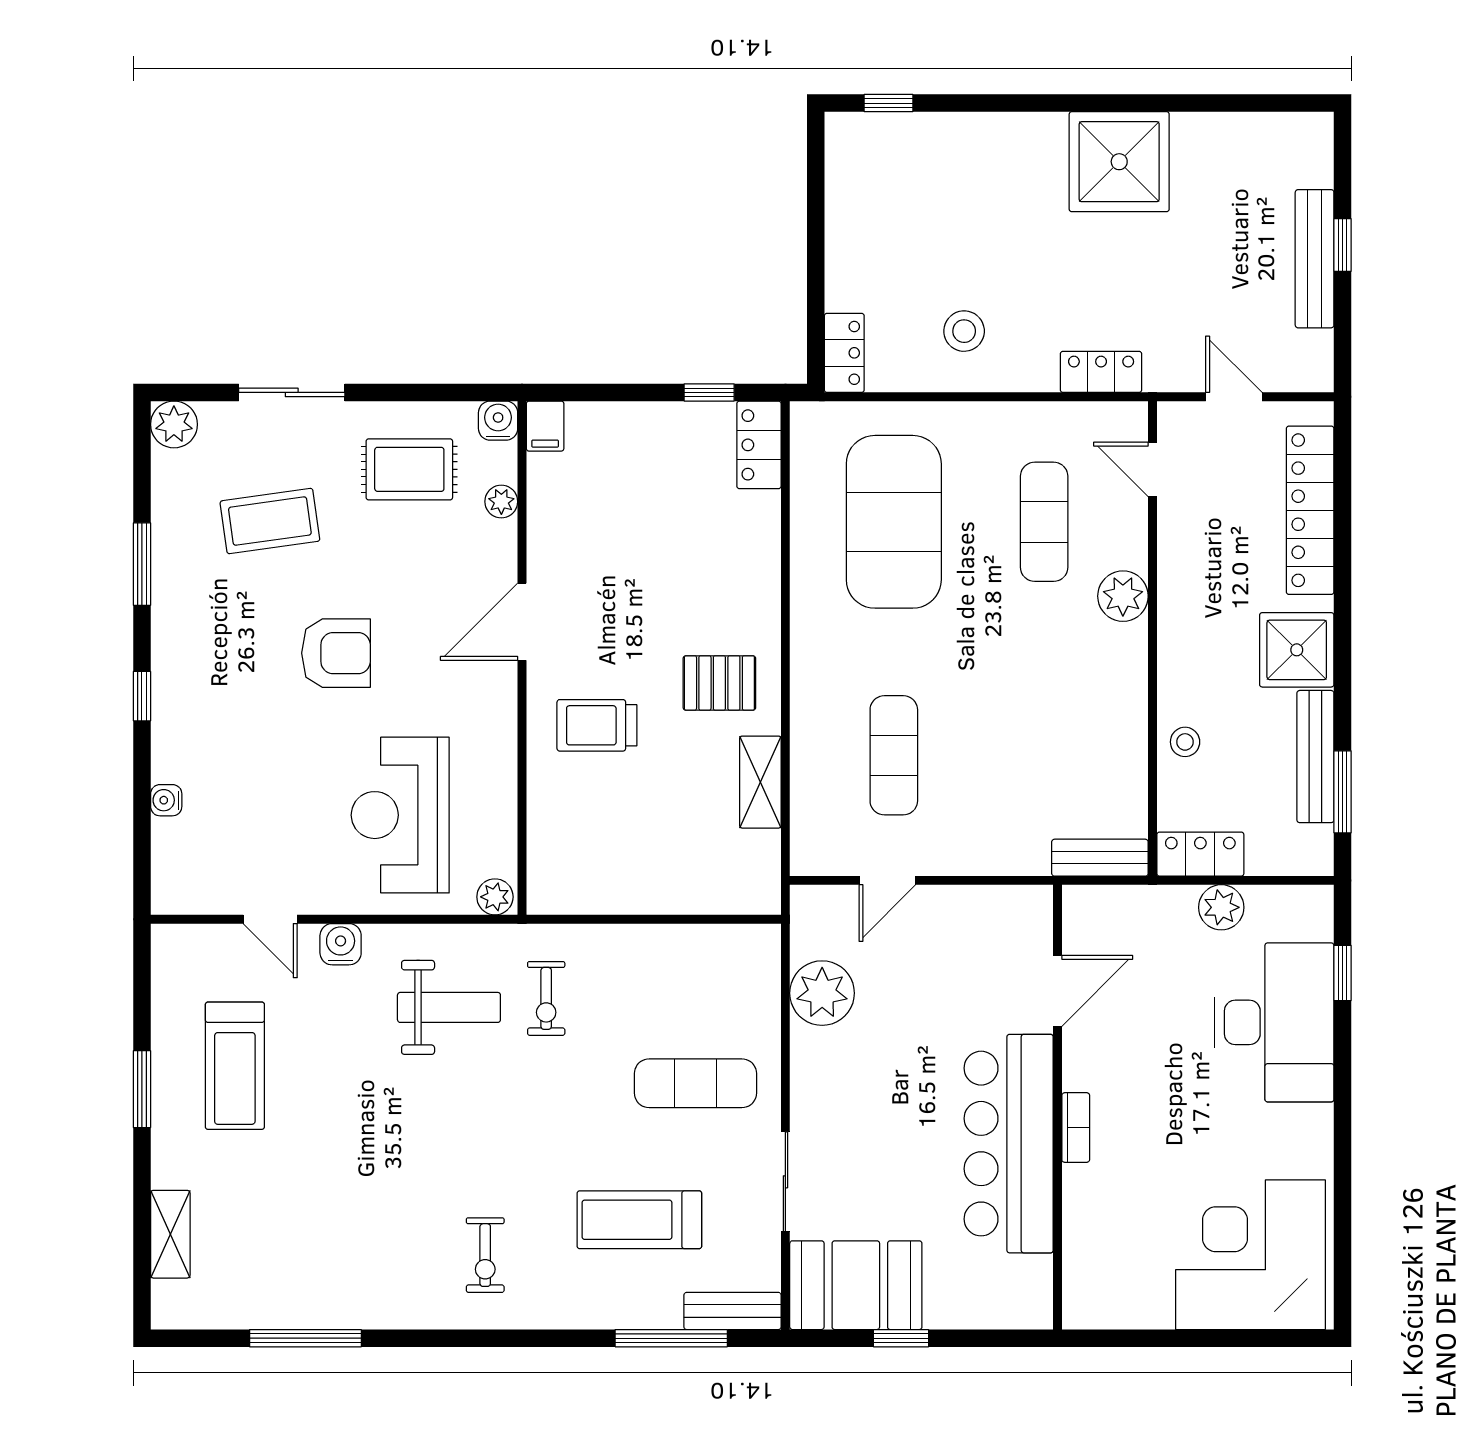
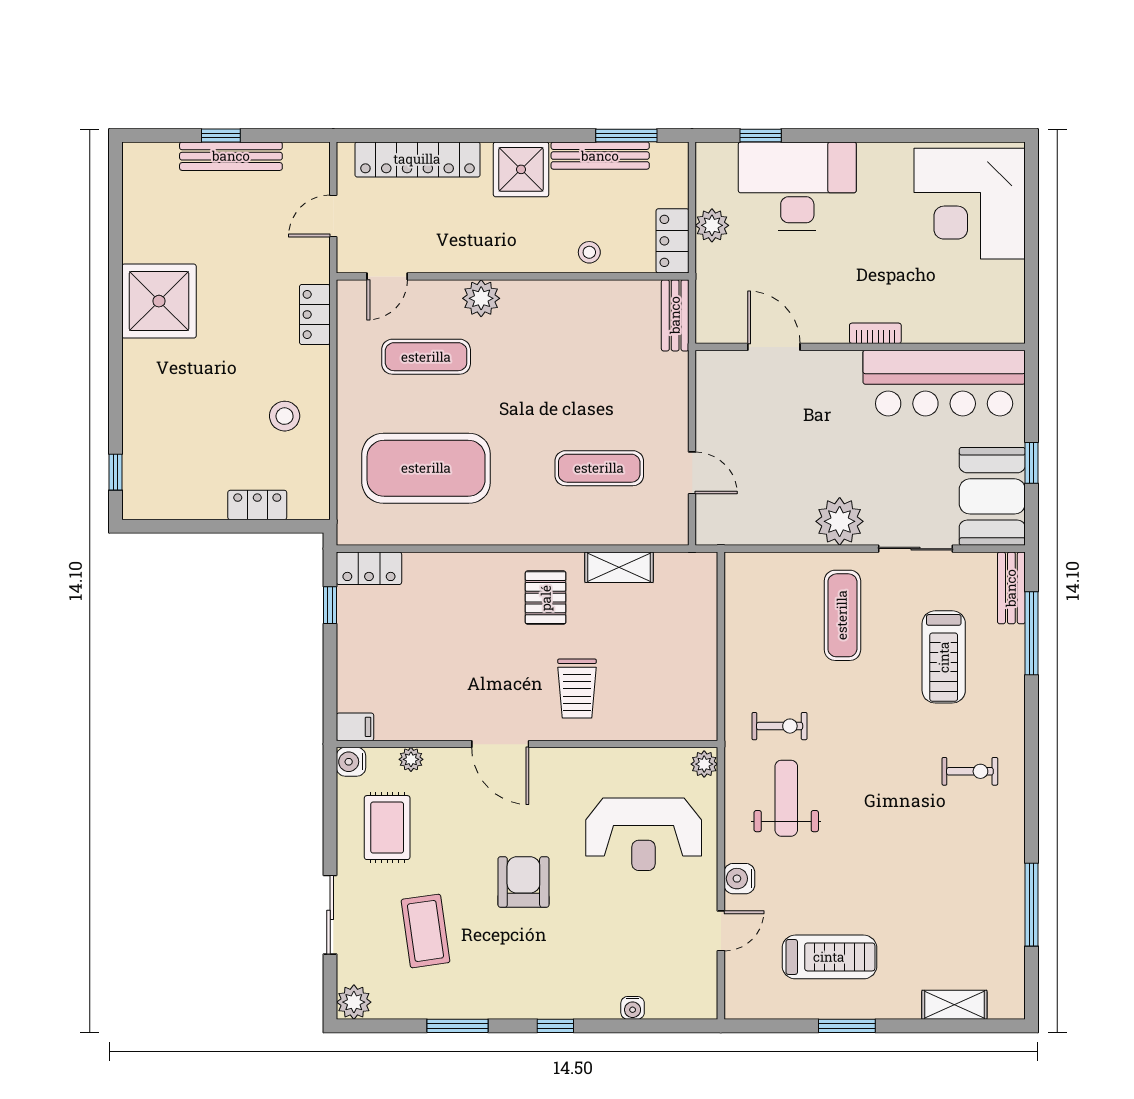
locker: (844, 353) -> (257, 505), moved
plant: (822, 993) -> (840, 521), moved
bar counter: (1009, 1144) -> (944, 383), moved

